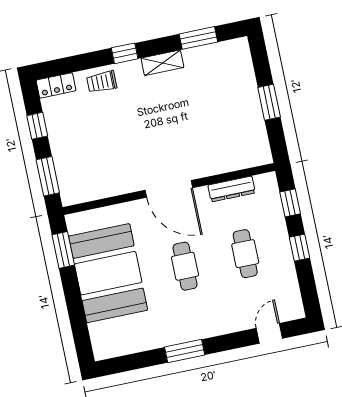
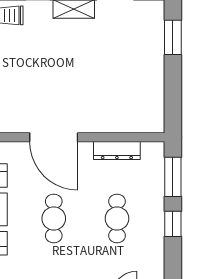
window: (269, 102) -> (173, 37), moved
window: (290, 203) -> (173, 177), width x1.50

